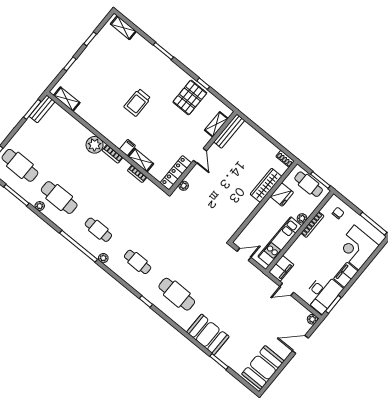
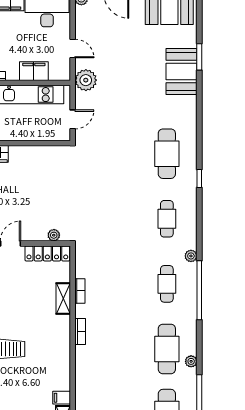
plant: (95, 145) -> (86, 80), moved
filing cabinet: (127, 147) -> (62, 398), moved
door: (244, 254) -> (73, 119), swing flipped
filing cabinet: (281, 268) -> (34, 71), moved
booth: (208, 334) -> (181, 72), moved

